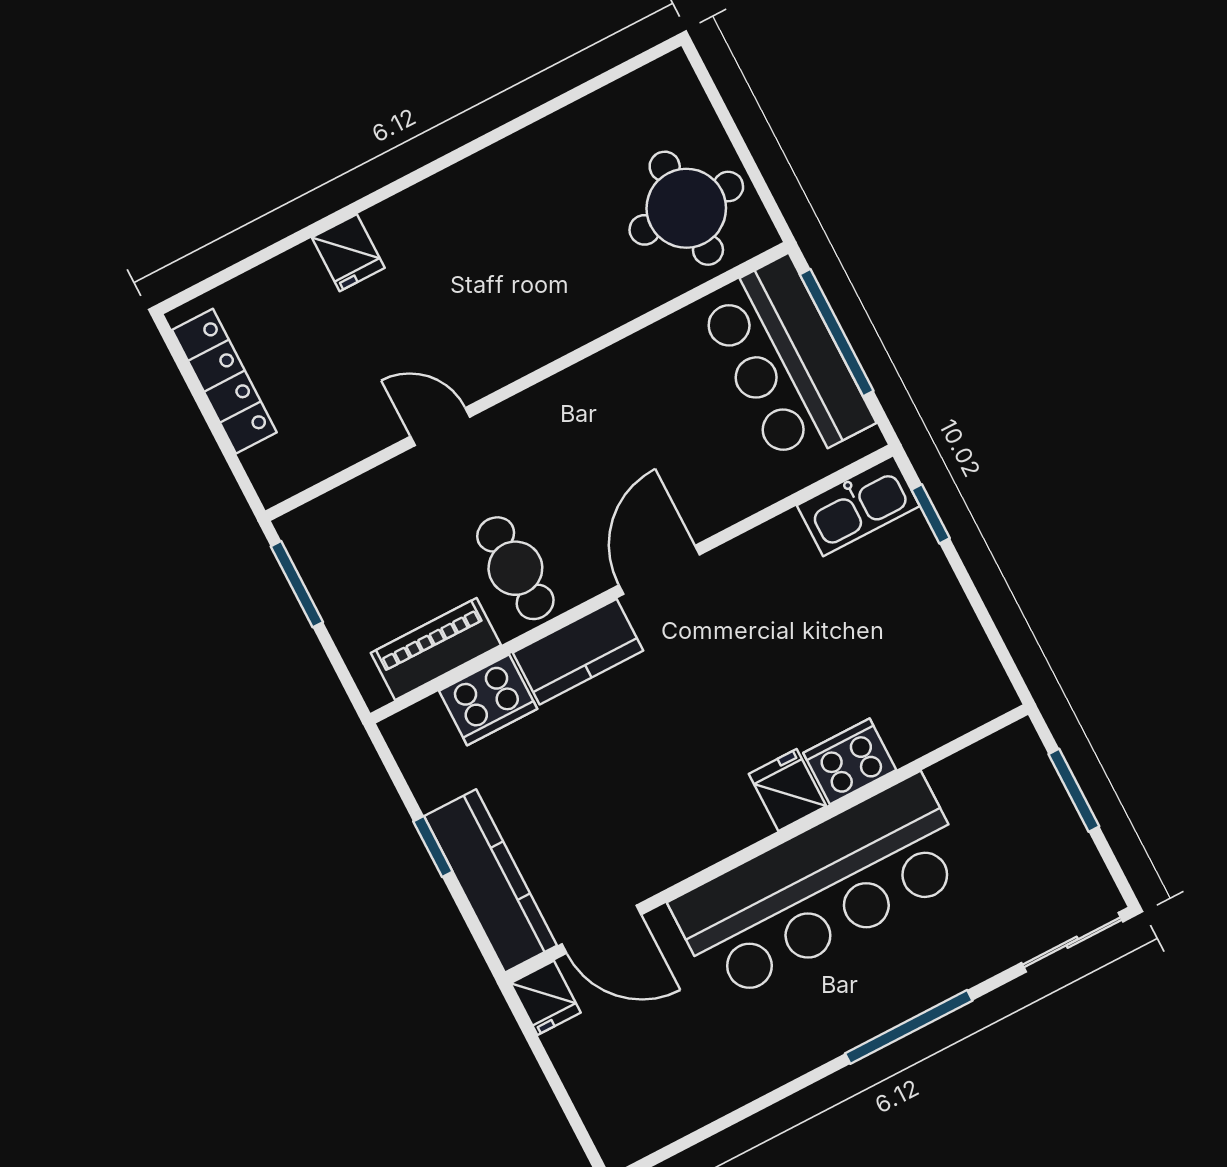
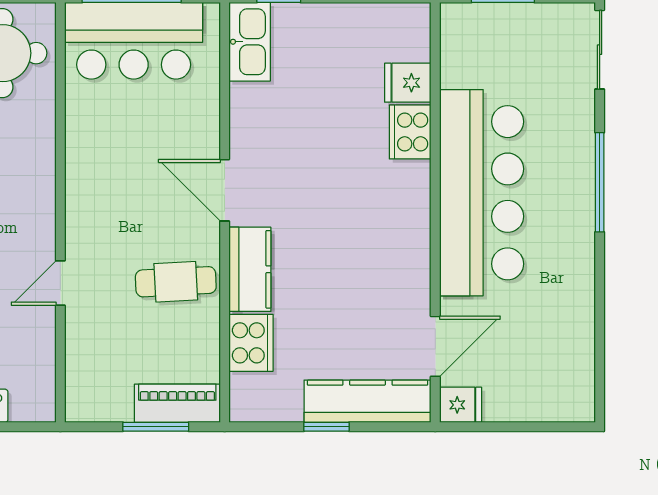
window: (297, 584) -> (156, 427), moved
piano: (436, 649) -> (177, 403), moved, turned 90
fridge: (787, 790) -> (408, 83), moved

